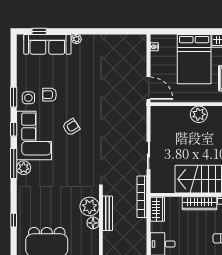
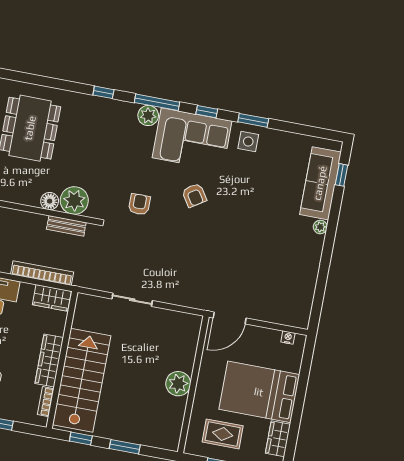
armchair: (50, 95) -> (139, 204), moved
bookcase: (142, 197) -> (42, 273), moved
bench: (107, 213) -> (66, 226), width x0.73
window: (14, 220) -> (103, 92), moved

